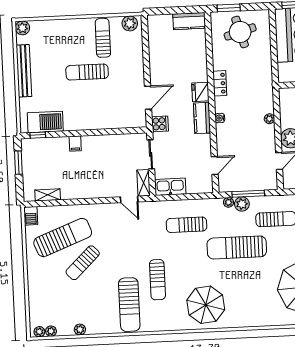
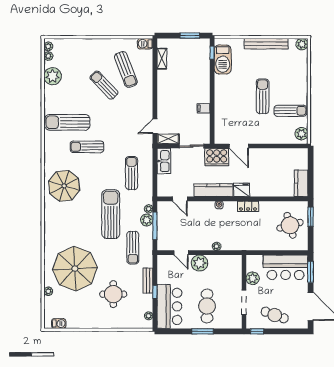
kitchen counter: (202, 118) -> (213, 190), width x1.50
cooker: (160, 124) -> (217, 157), width x1.87, depth x1.31
filing cabinet: (75, 144) -> (204, 108), moved
sun lounger: (63, 237) -> (126, 69), width x0.73, depth x0.75
plant: (80, 330) -> (53, 76), width x1.87, depth x1.87

